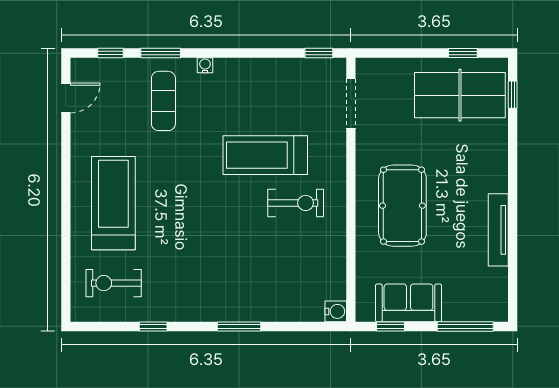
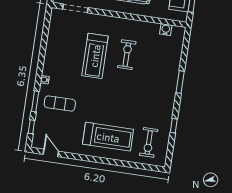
window: (319, 53) -> (47, 21), removed
treadmill: (113, 203) -> (108, 137), turned 180
exercise bike: (296, 203) -> (127, 55), moved
water cooler: (336, 311) -> (166, 30), moved

